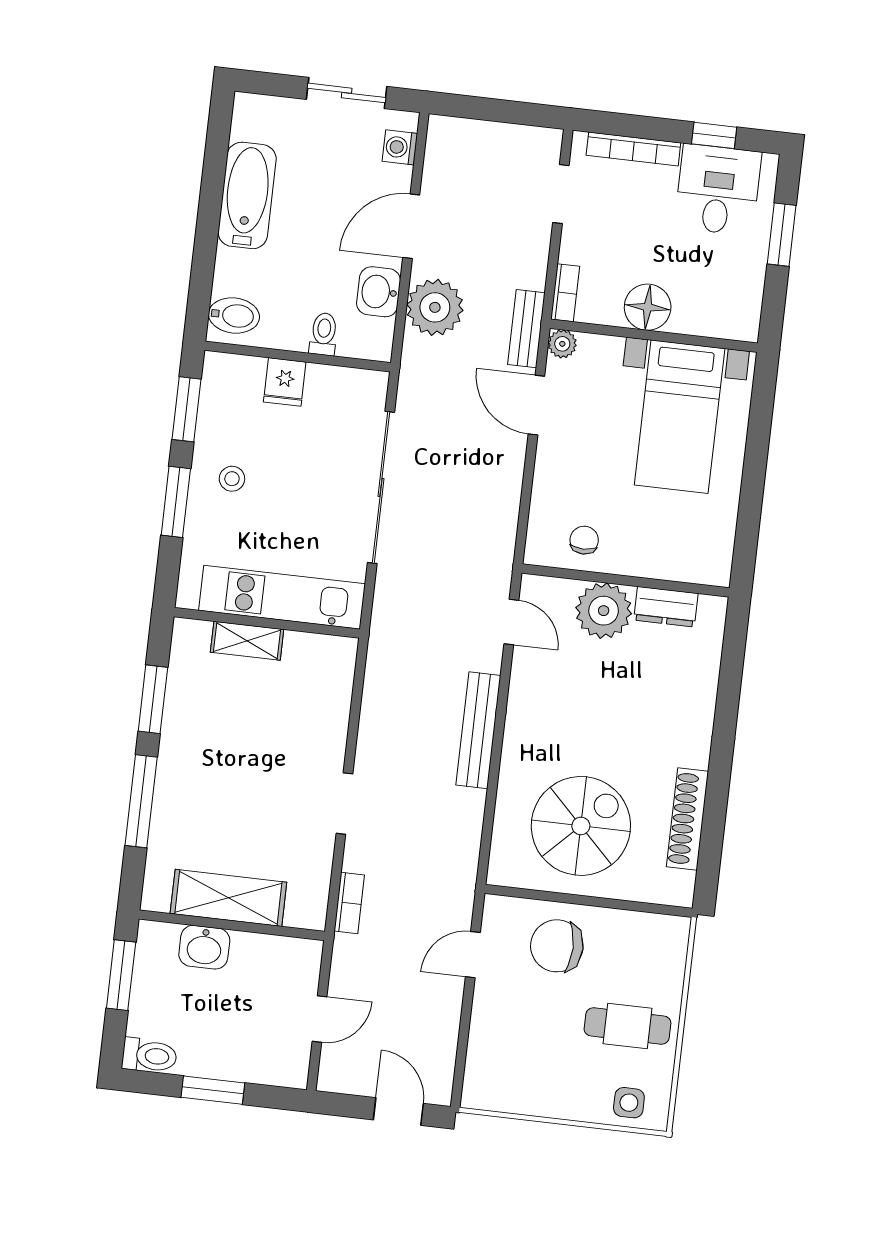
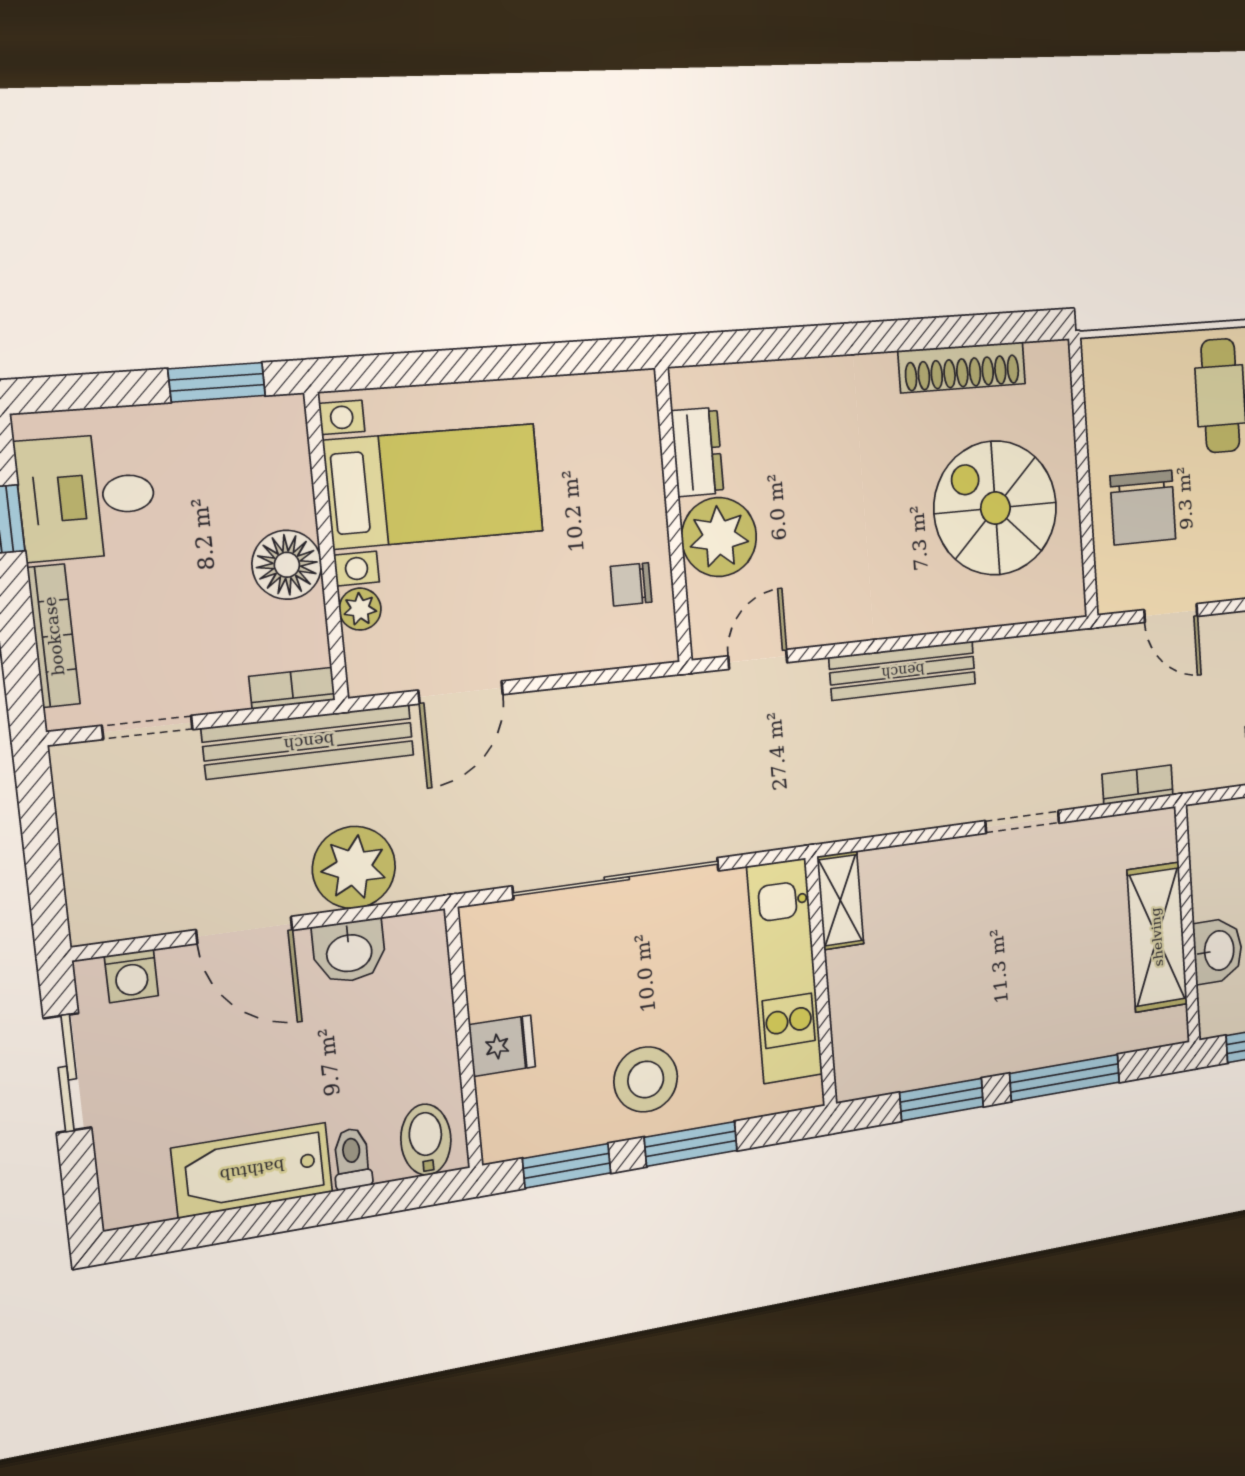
window: (782, 235) -> (217, 382), moved
bench: (526, 329) -> (309, 742), width x1.86, depth x1.21
toilet: (324, 334) -> (352, 1159), moved, turned 90
plant: (562, 344) -> (360, 609), moved
stool: (232, 479) -> (646, 1079), width x1.89, depth x1.89
shelving: (247, 641) -> (840, 900), moved

